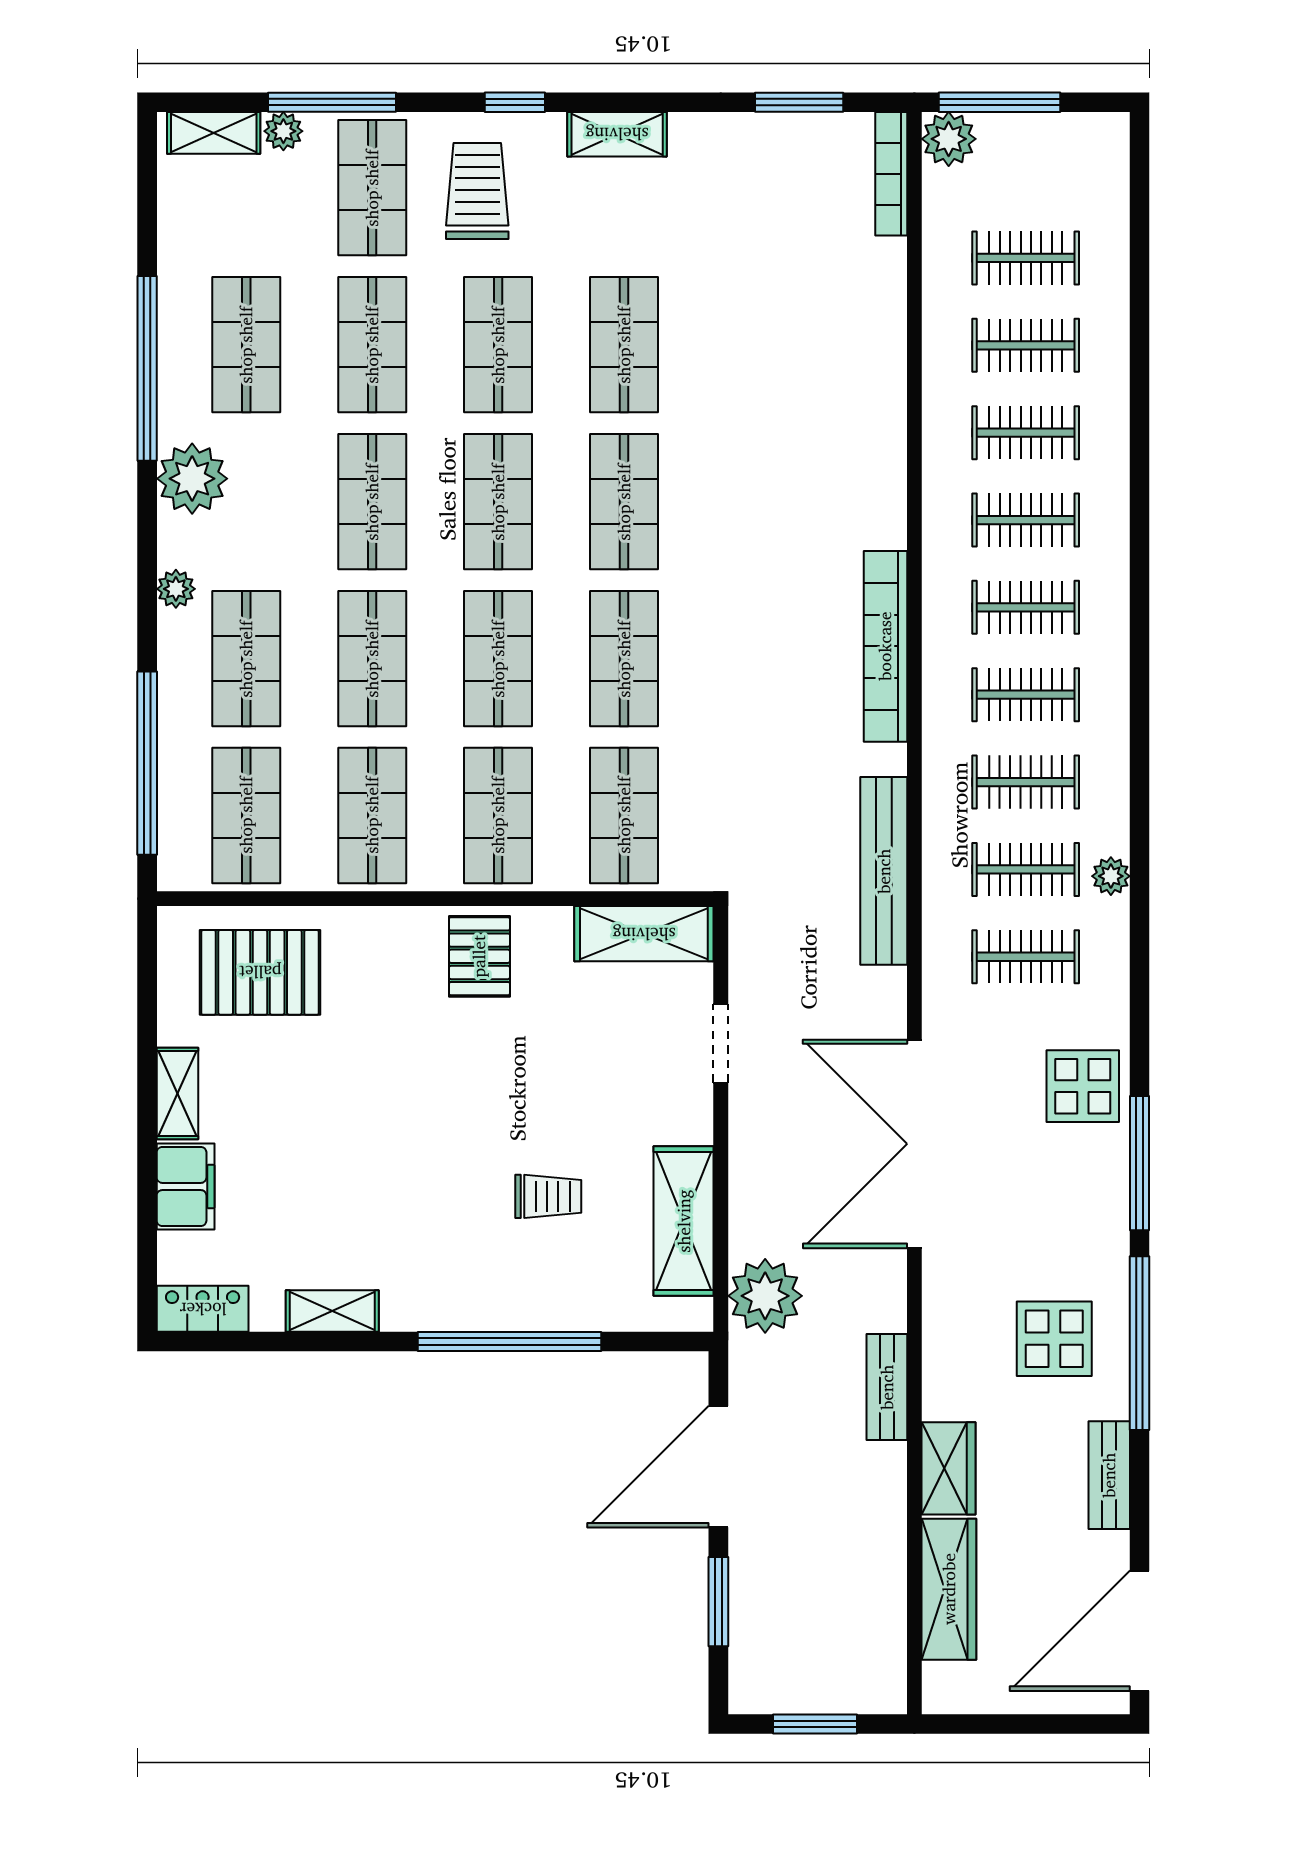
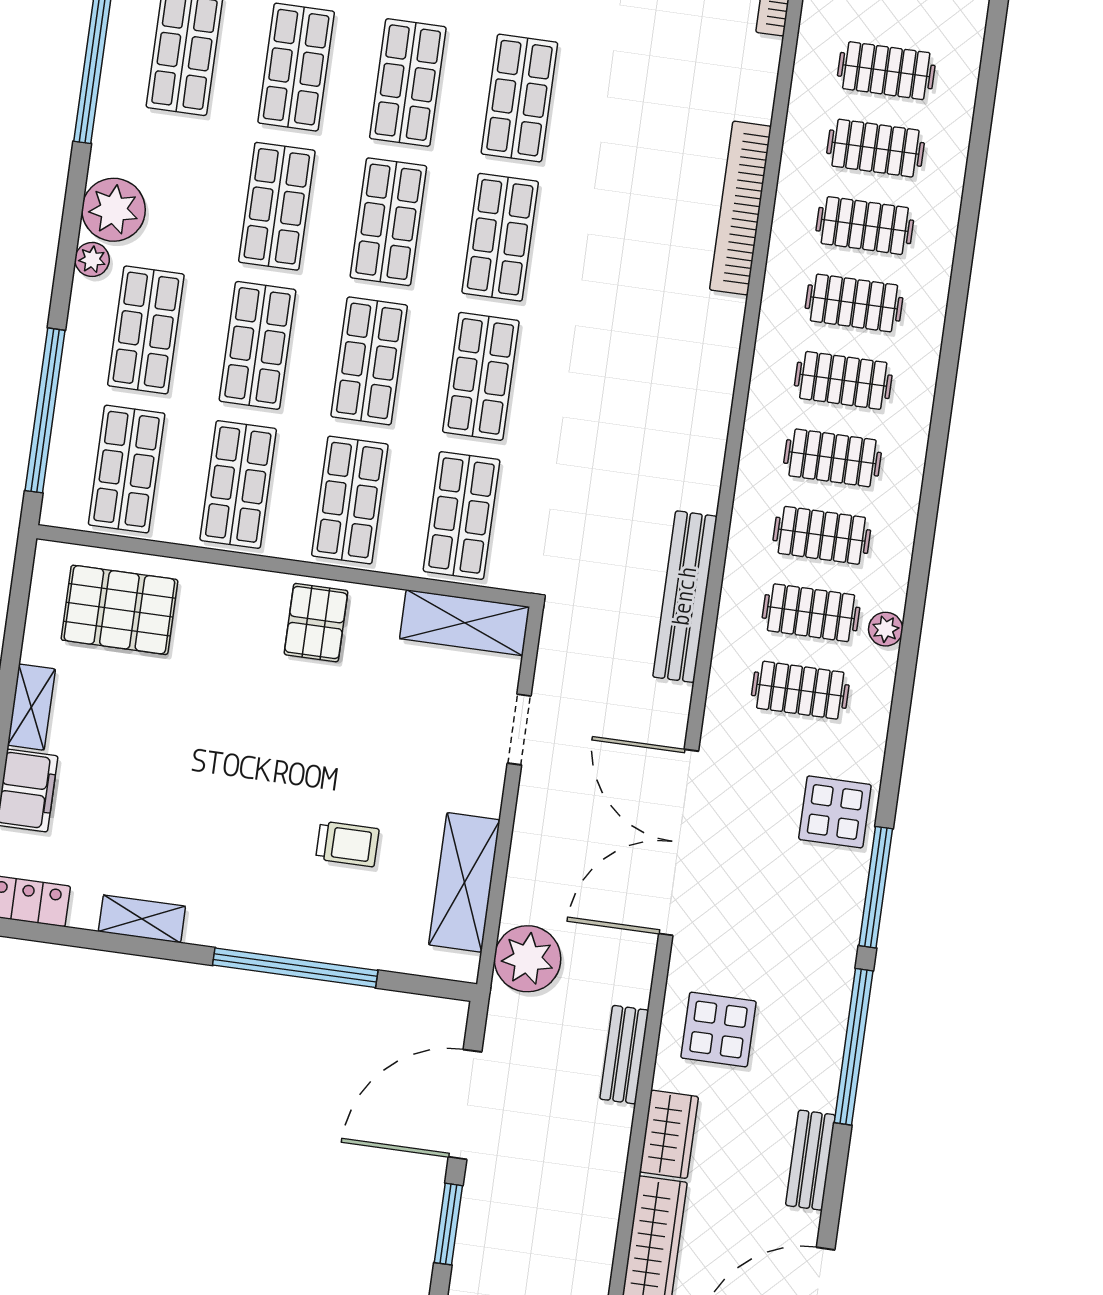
plant: (192, 479) -> (114, 210), moved
bookcase: (885, 646) -> (740, 208), moved
display table: (1054, 1339) -> (718, 1029), moved

